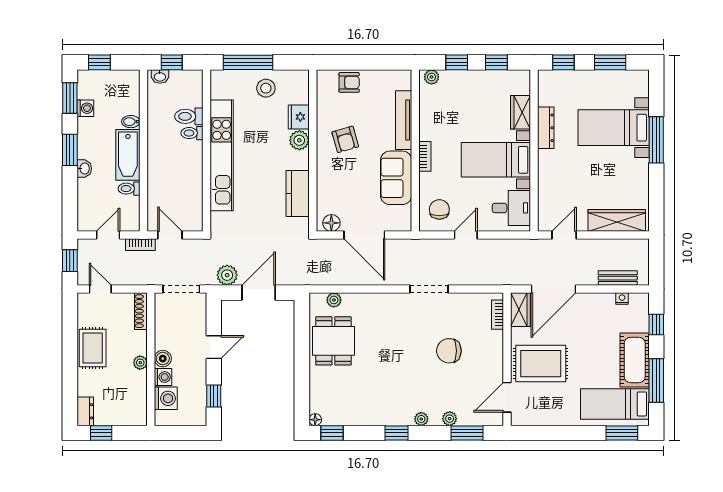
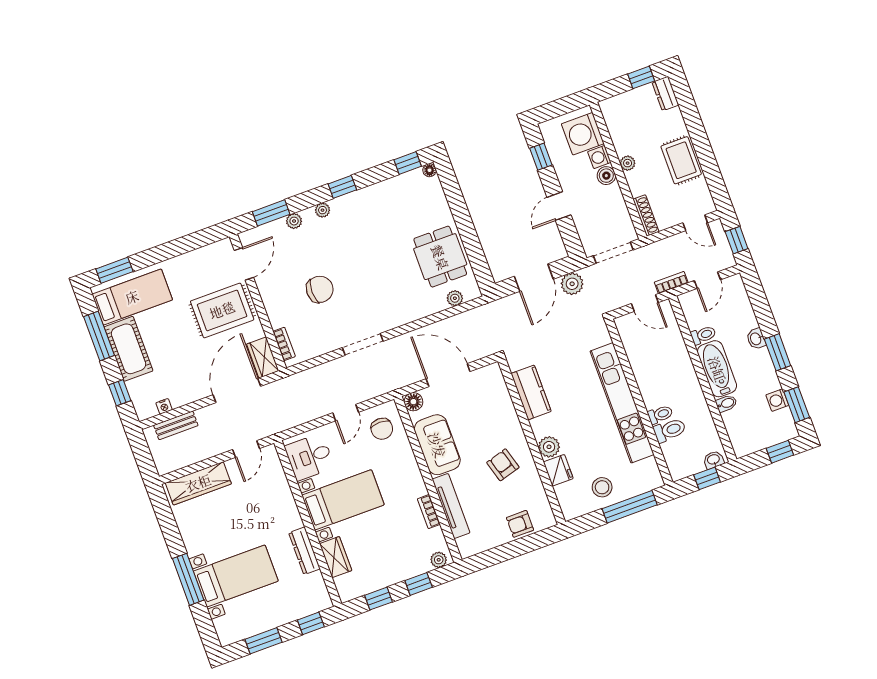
bookcase: (425, 156) -> (429, 512), moved
floor lamp: (331, 223) -> (413, 402), moved
washing machine: (166, 398) -> (583, 134), width x1.37, depth x1.37

